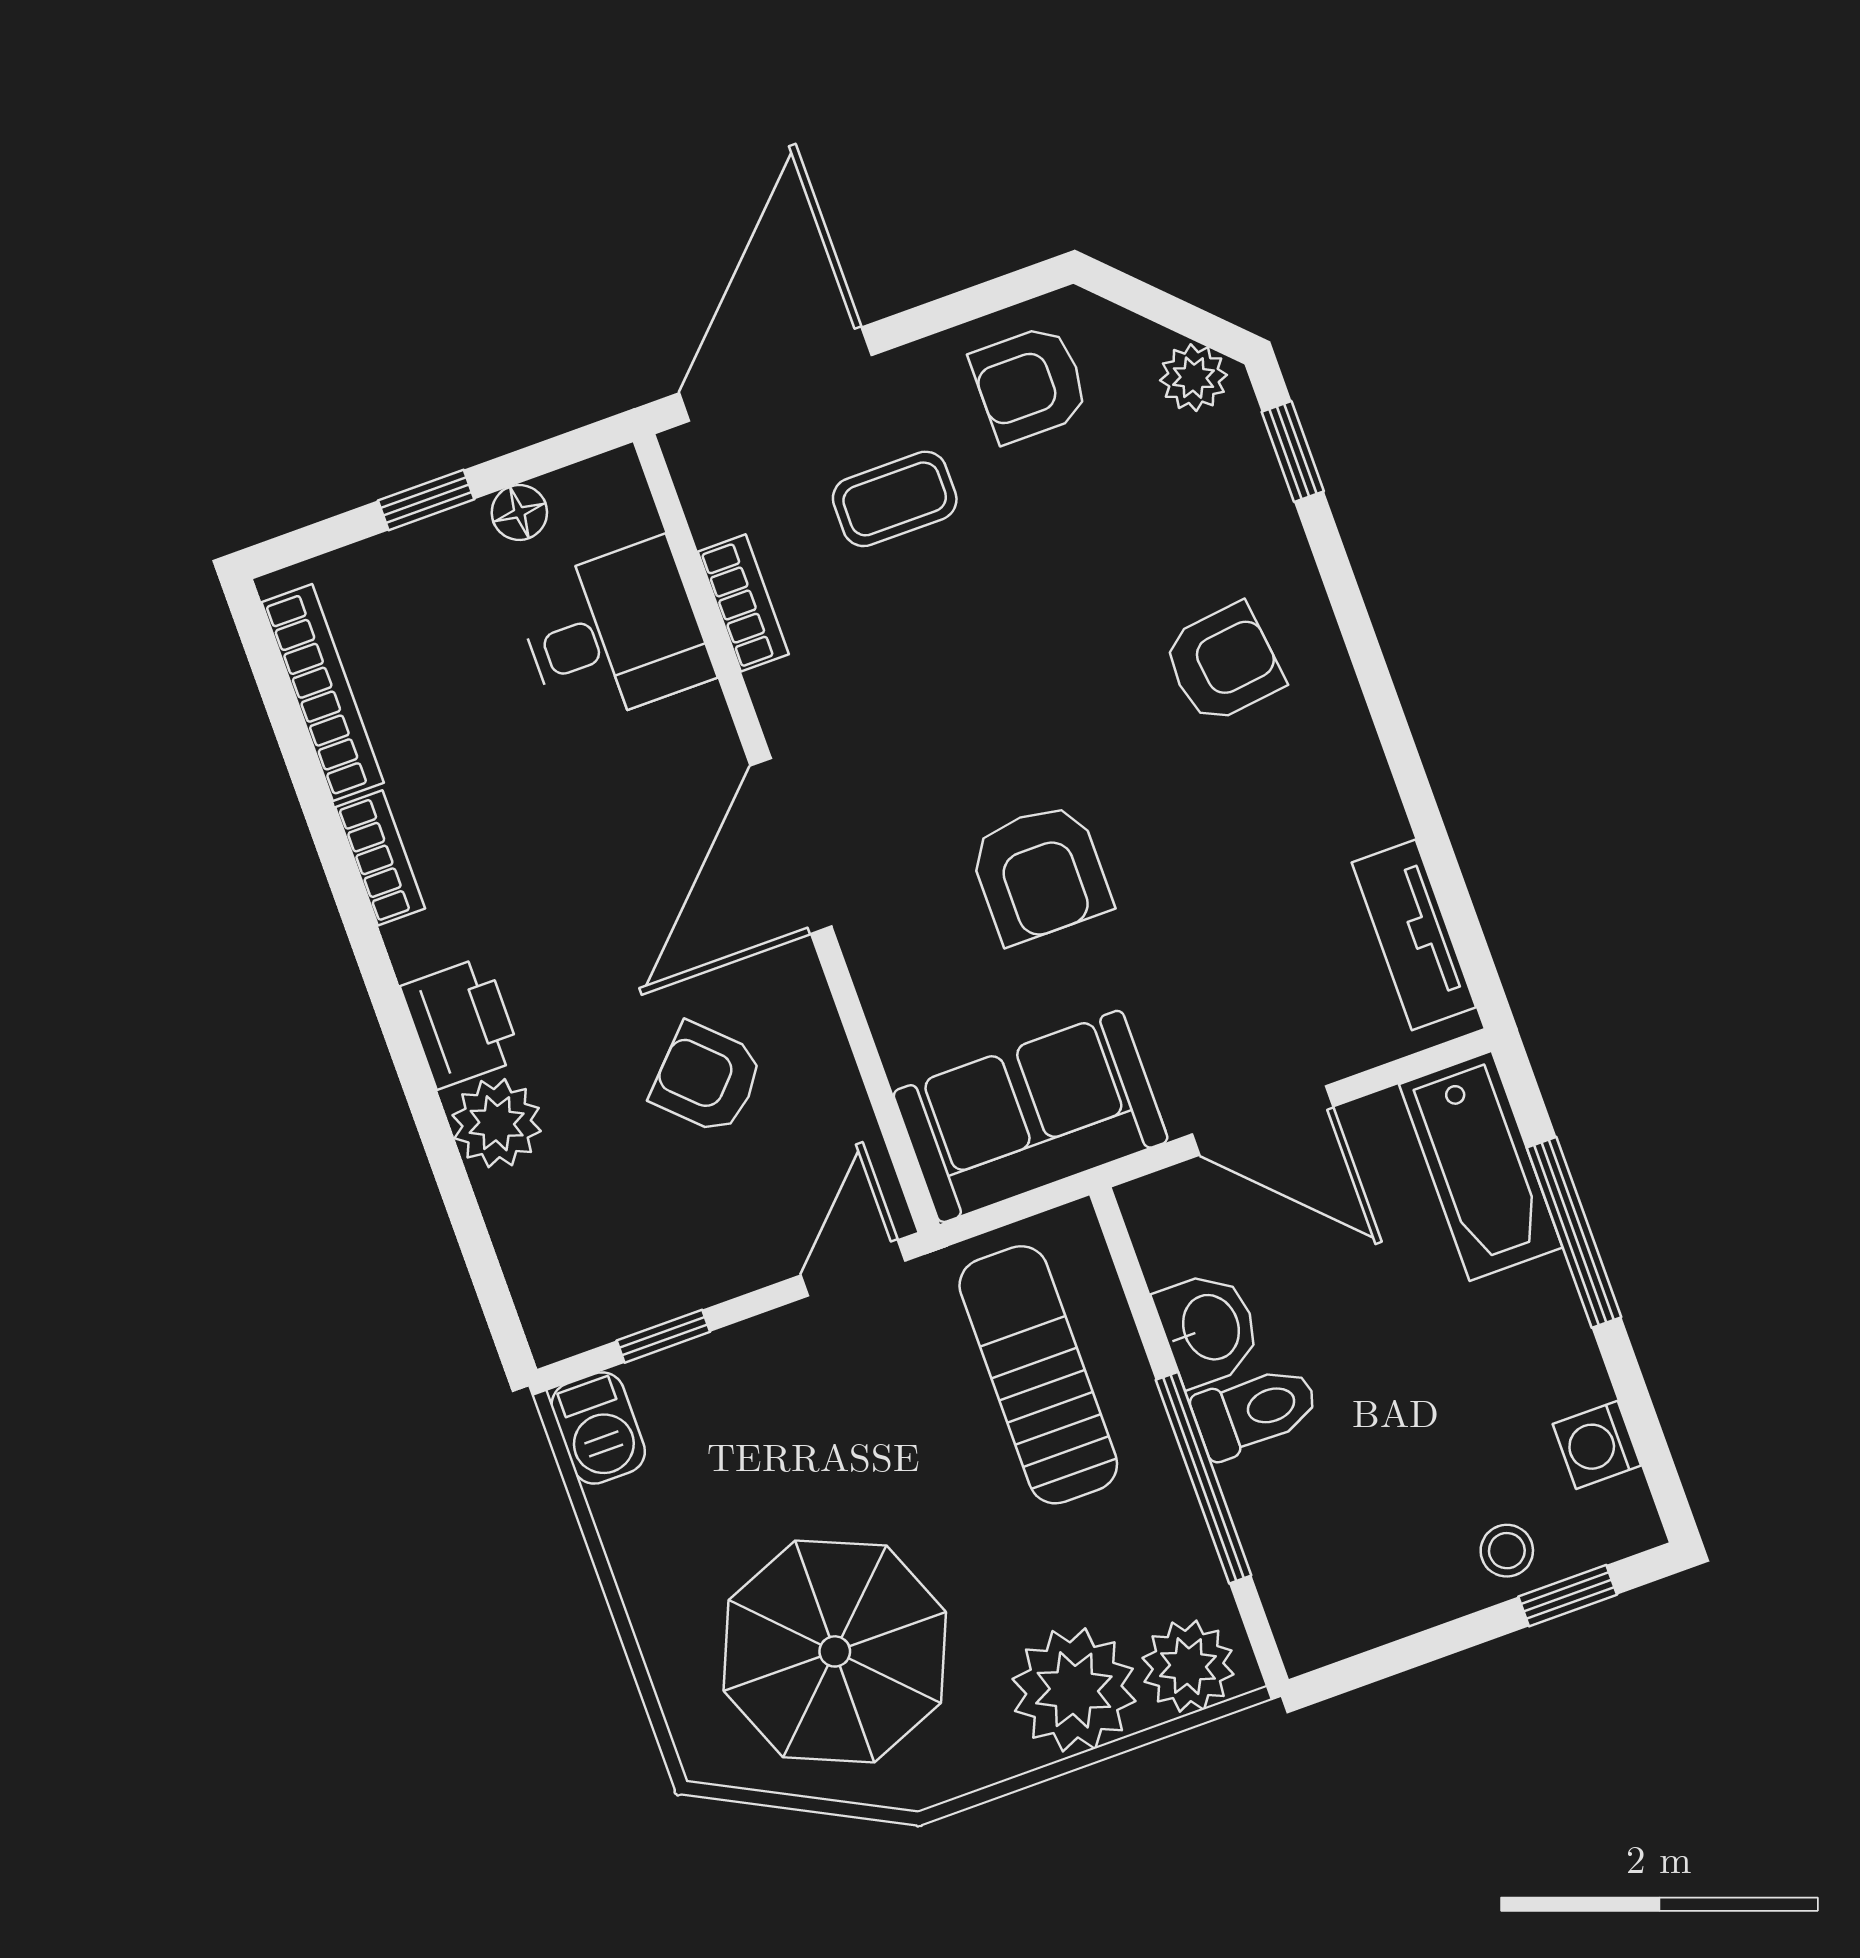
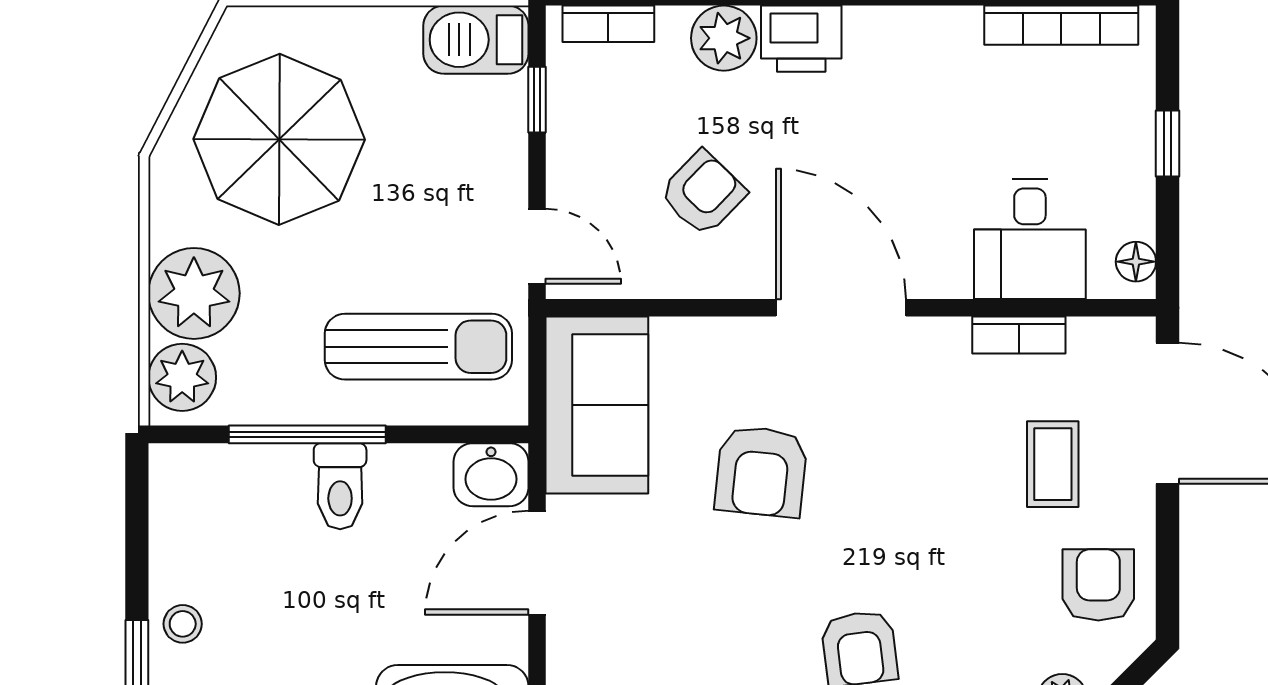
floor lamp: (519, 512) -> (1136, 262), moved
bookcase: (380, 858) -> (608, 24), moved
armchair: (1040, 873) -> (761, 471), turned -84
washbasin: (1209, 1328) -> (491, 475), moved
barbecue: (598, 1428) -> (476, 40), width x1.38, depth x1.27

